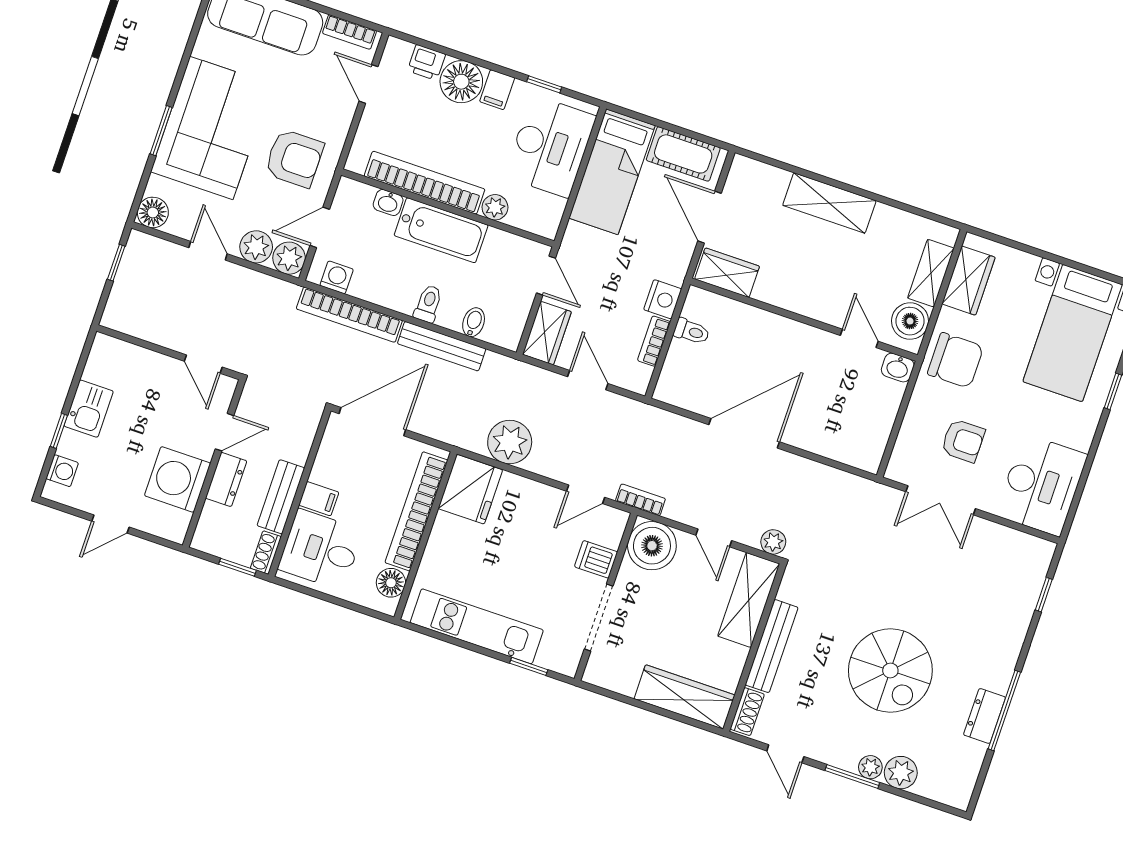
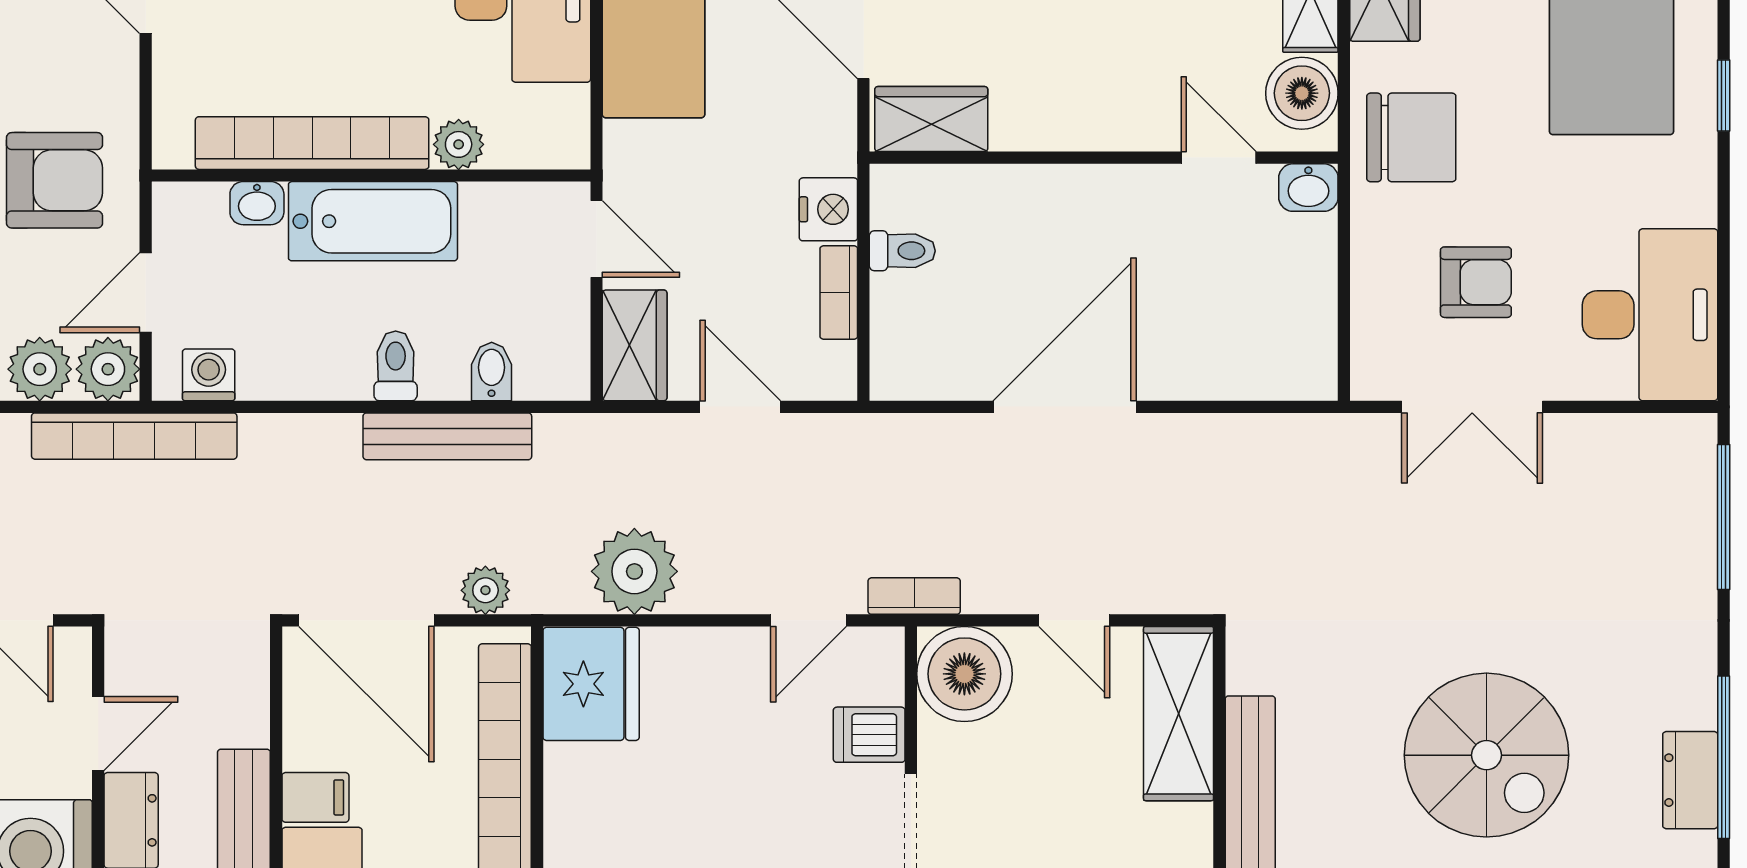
bookcase: (349, 315) -> (134, 436), moved
door: (372, 422) -> (366, 620), swing flipped
plant: (773, 542) -> (485, 590), moved
window: (1044, 595) -> (1724, 517), width x2.17

